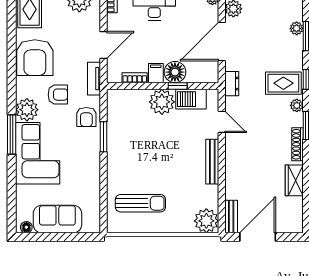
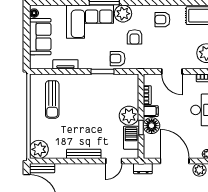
armchair: (35, 58) -> (162, 20), width x0.53, depth x0.53
tv unit: (94, 79) -> (65, 64), moved

